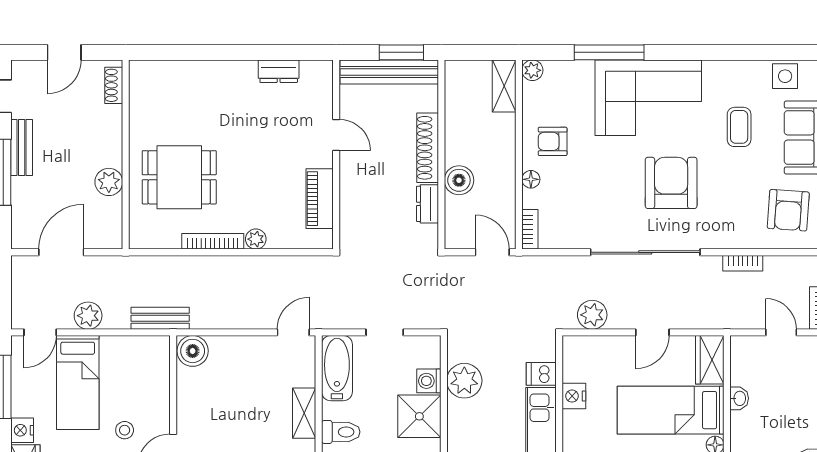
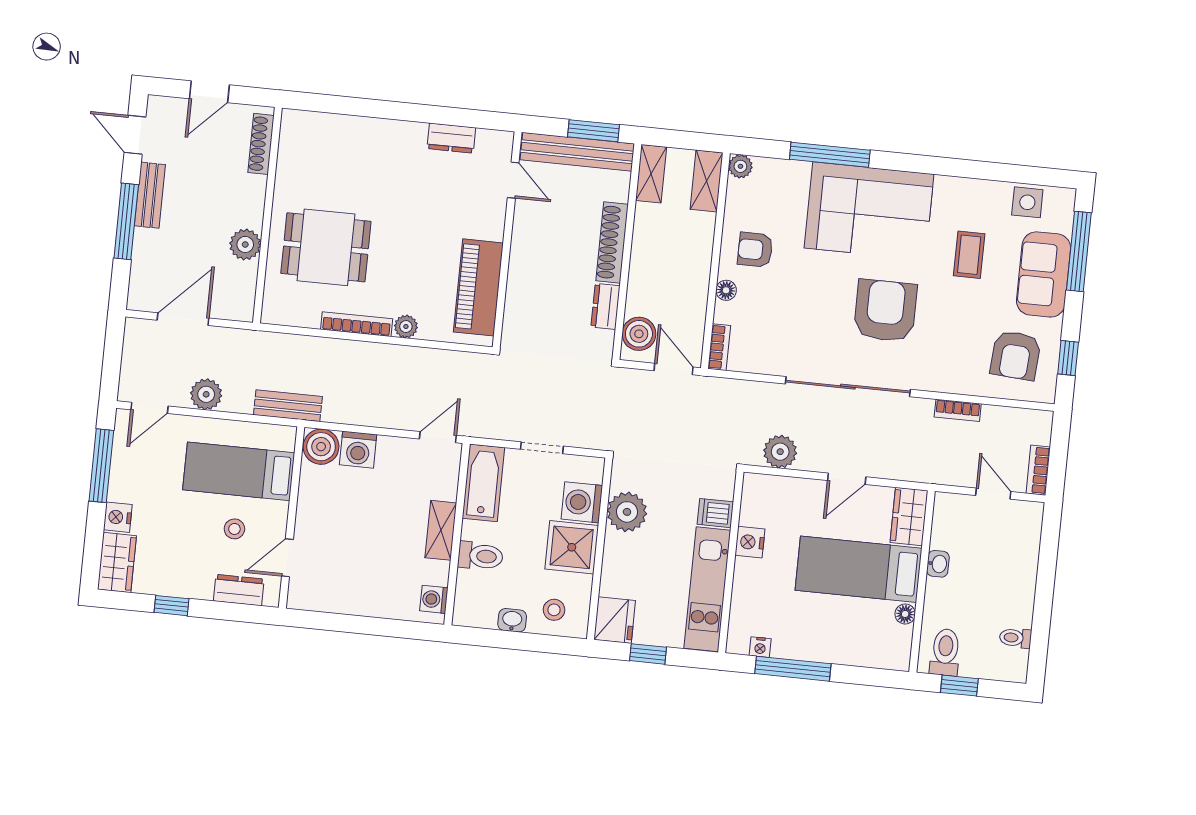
shoe rack: (114, 85) -> (261, 144), width x1.43
shelving: (455, 85) -> (651, 174), added
door: (336, 135) -> (513, 180), moved
boiler: (459, 180) -> (639, 334), moved
piano: (320, 199) -> (478, 287), width x1.37, depth x1.33
washing machine: (225, 350) -> (358, 450), added
washing machine: (429, 381) -> (582, 502), width x1.38, depth x1.38
bed: (78, 382) -> (239, 471), moved, turned 90

